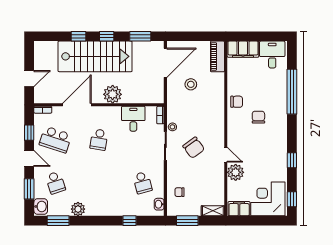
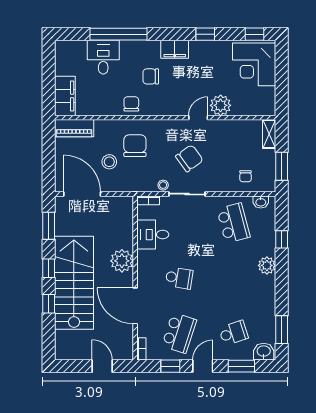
desk: (272, 55) -> (103, 57), moved, turned 90
chair: (204, 105) -> (135, 146), added
school desk: (142, 183) -> (233, 223), width x1.85
plant: (78, 209) -> (267, 265), moved
filing cabinet: (239, 209) -> (175, 49), moved, turned -90

